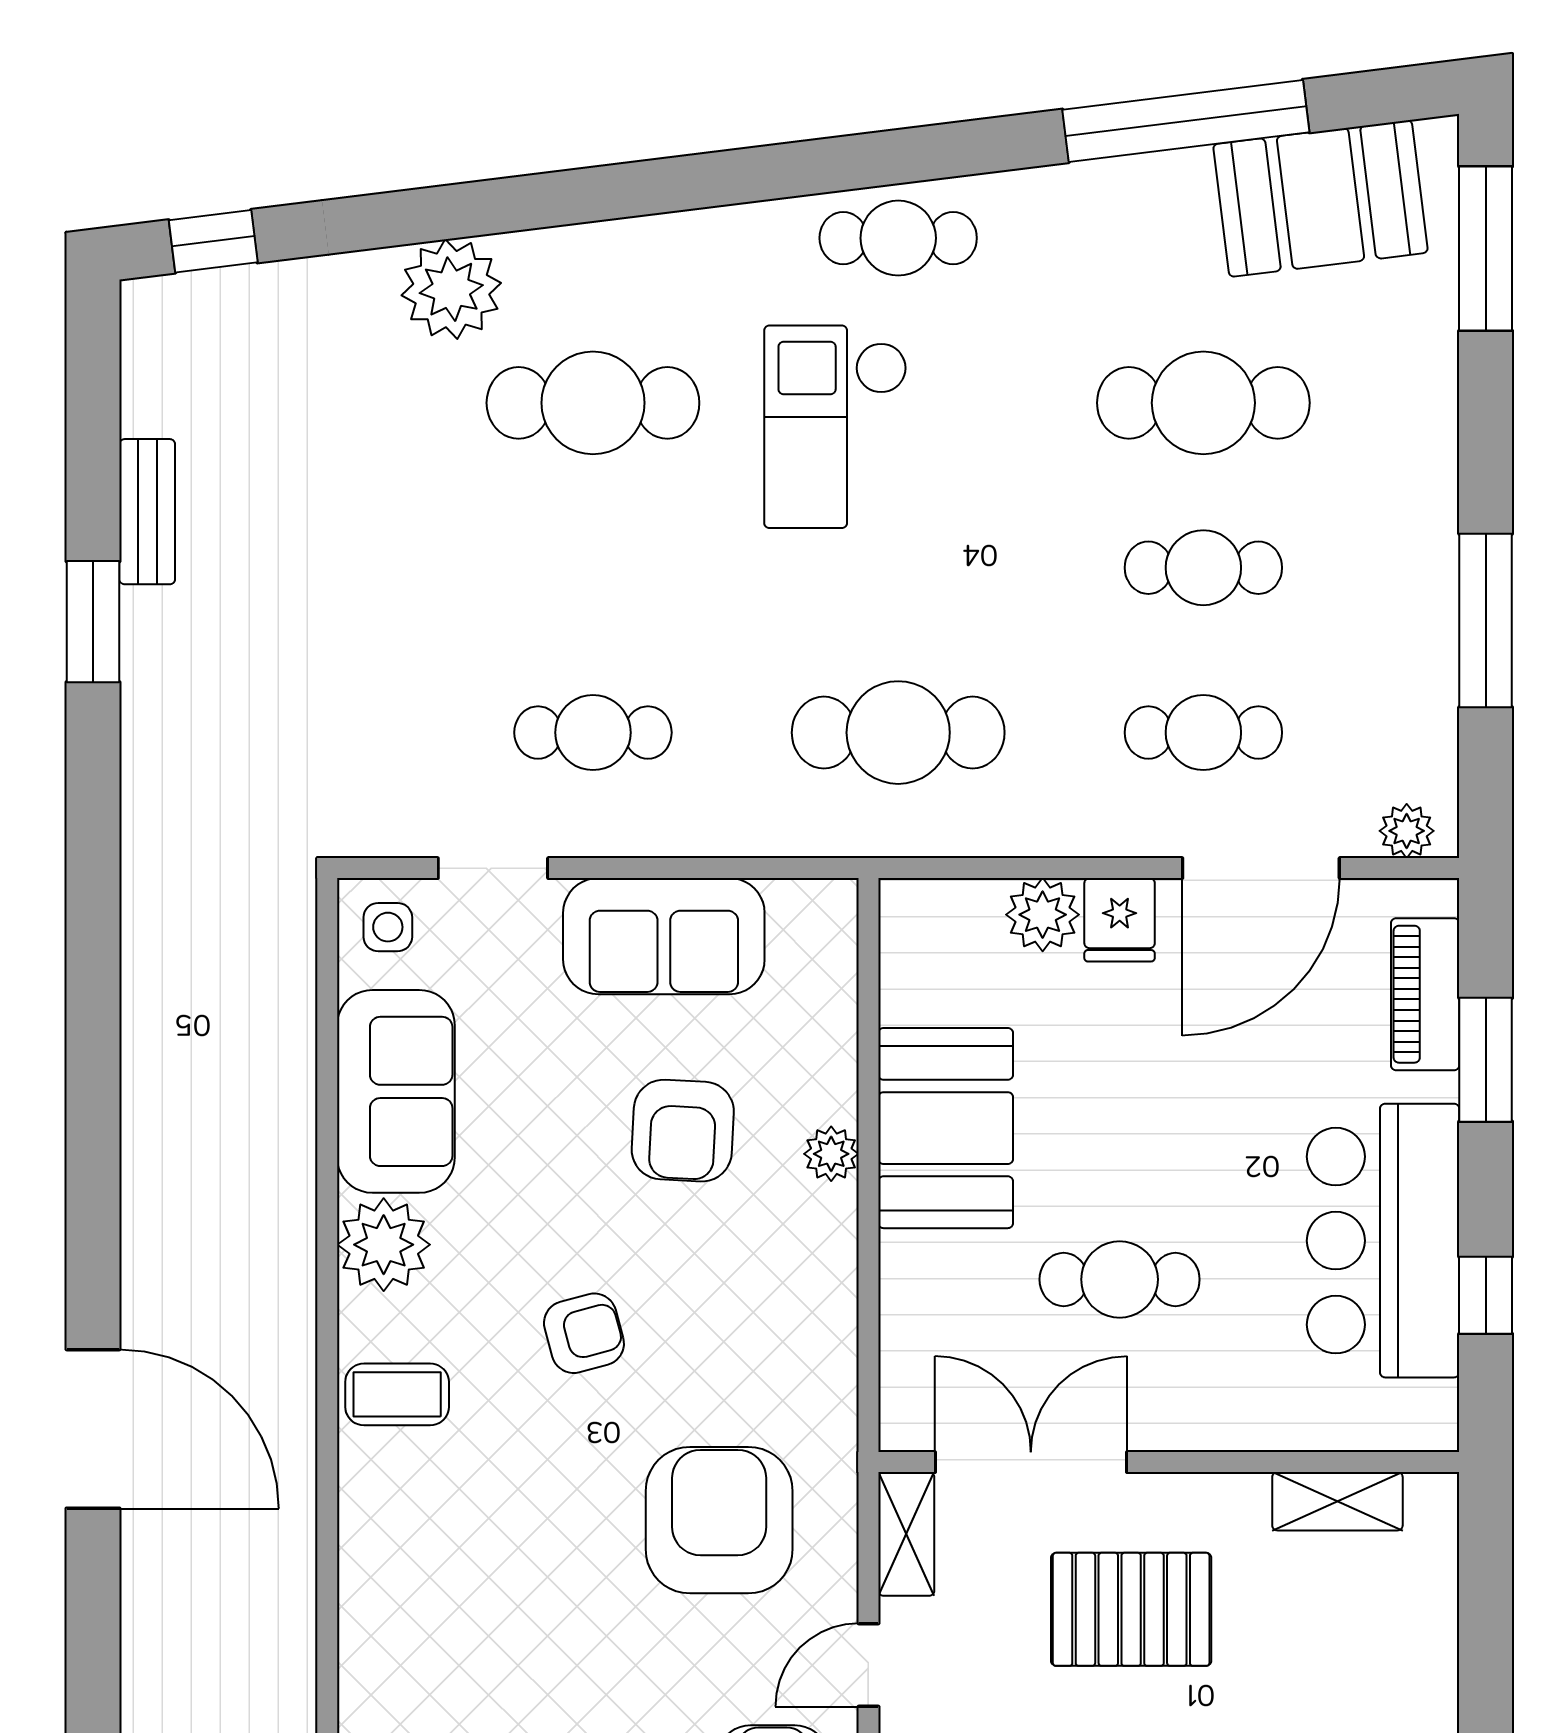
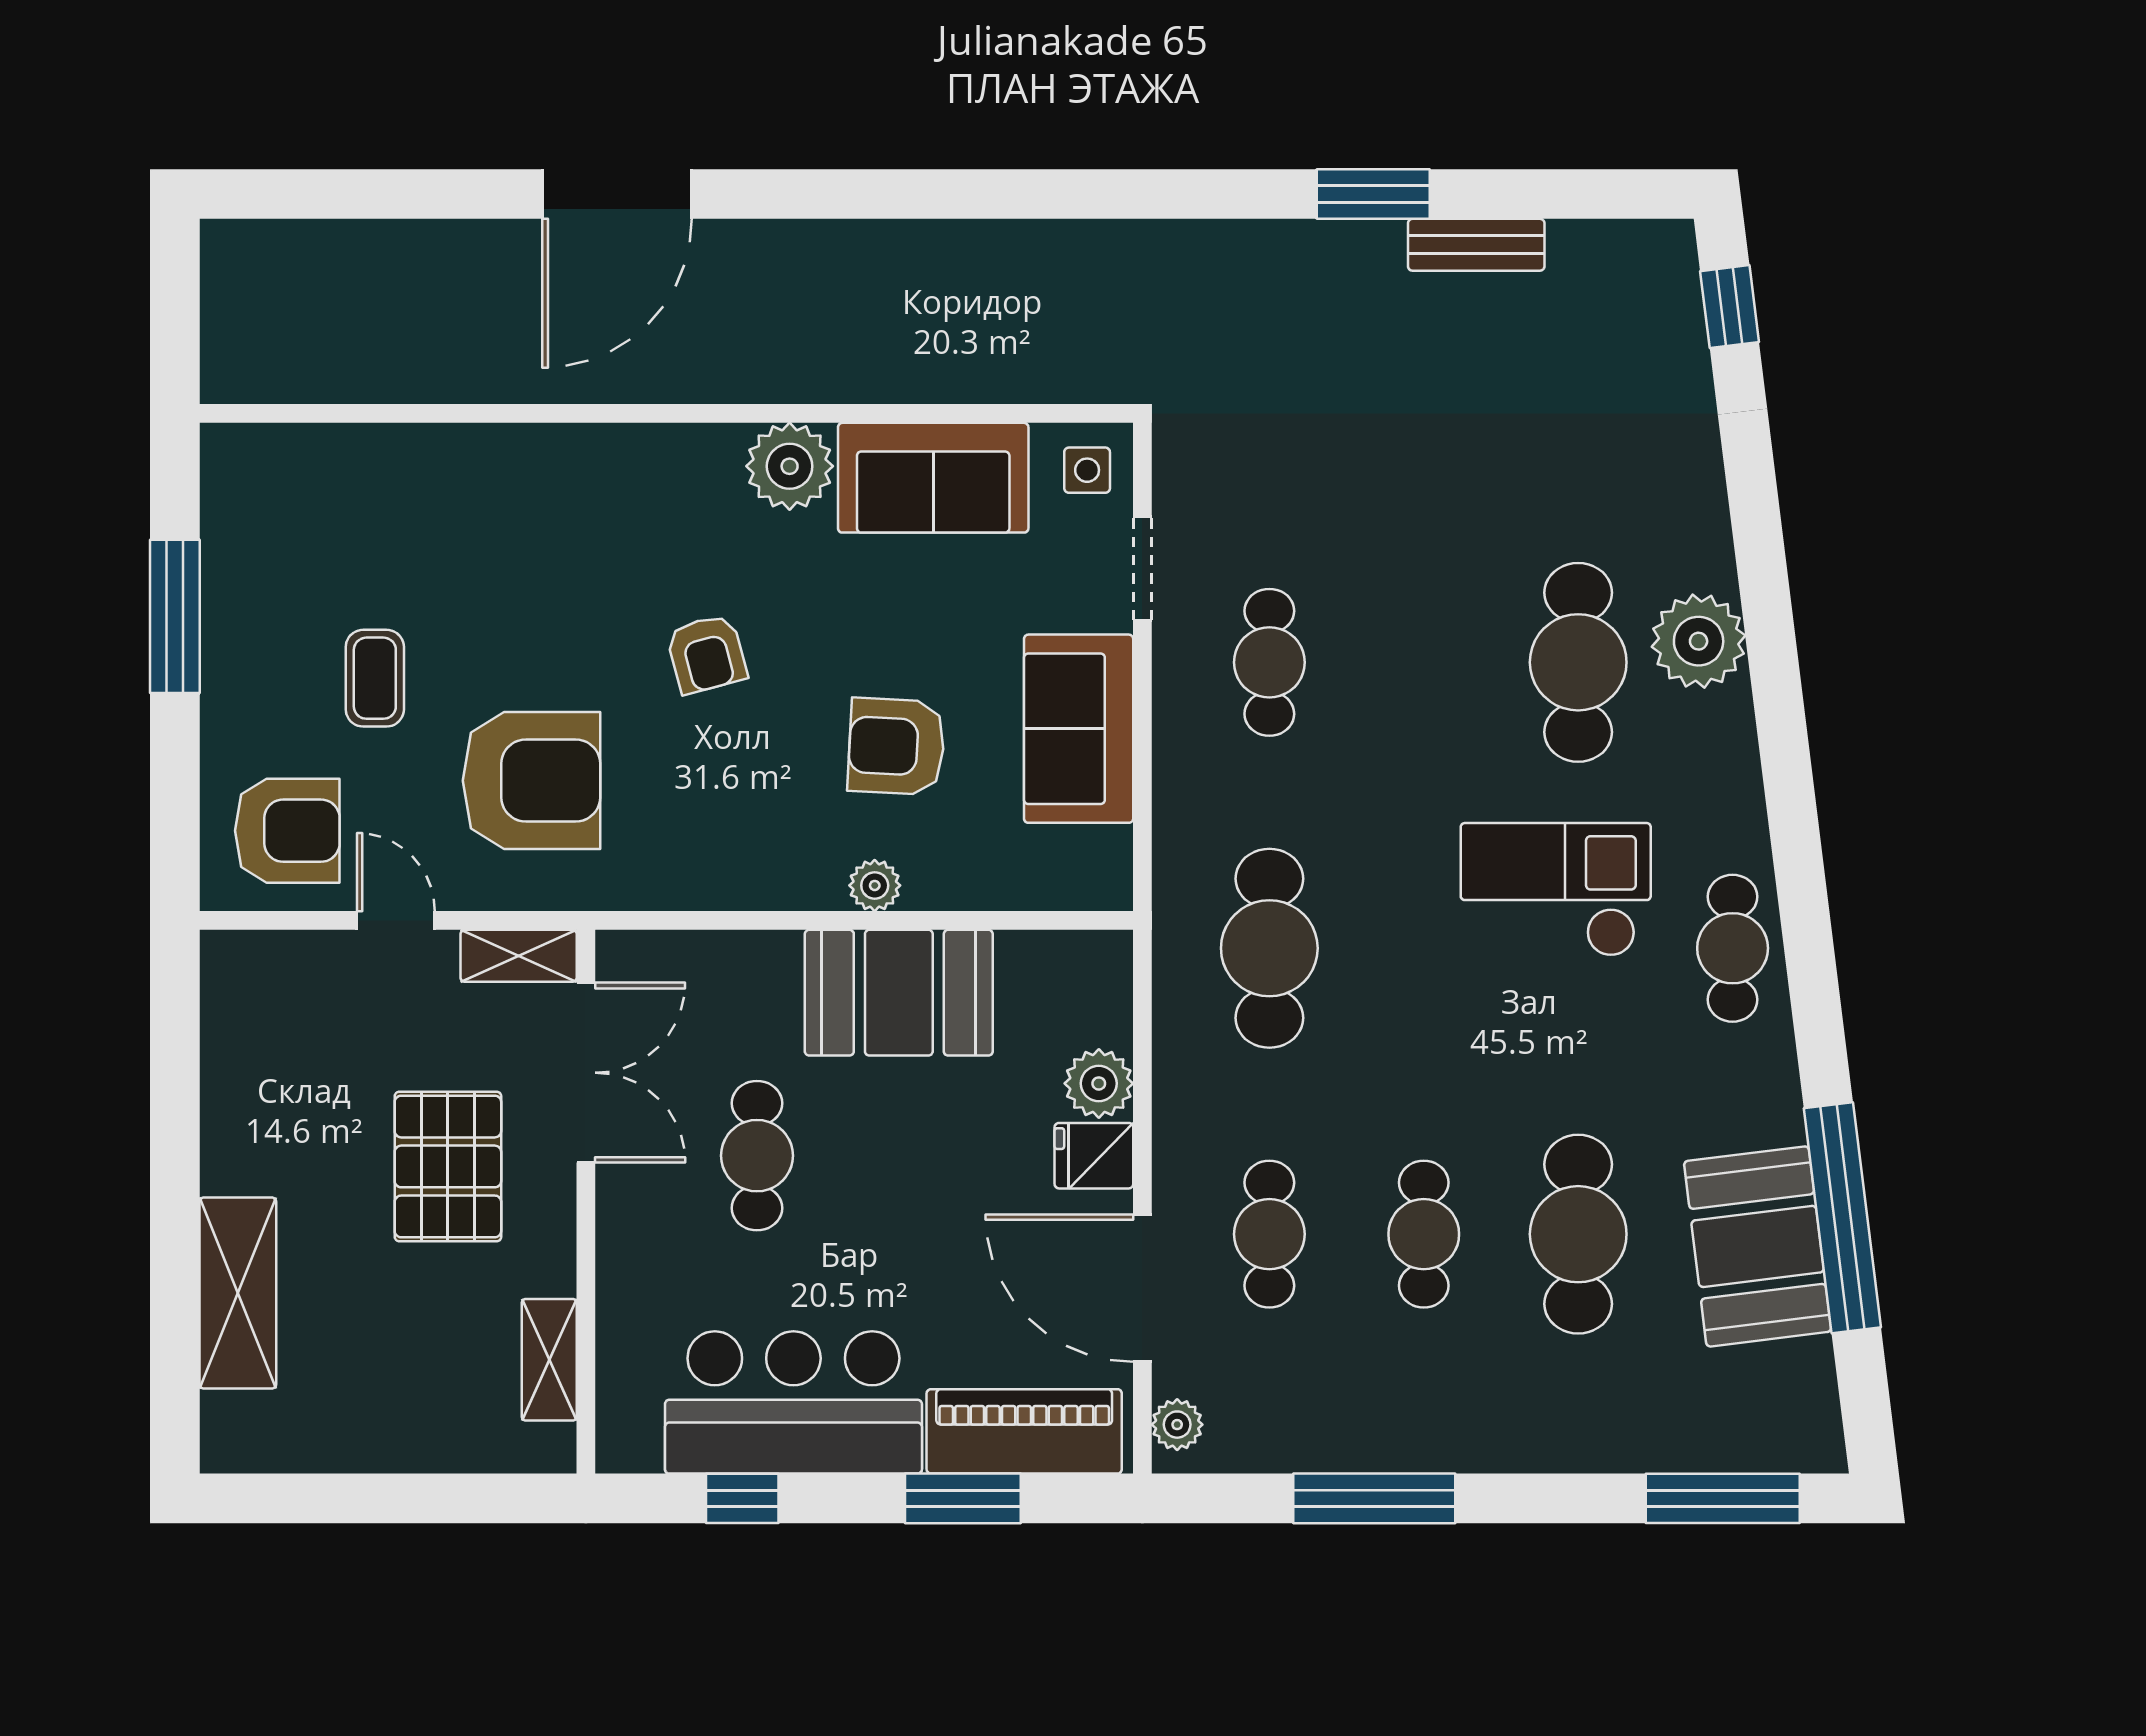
booth: (1320, 198) -> (1758, 1246), moved
plant: (451, 289) -> (1699, 641), moved
piano: (1425, 994) -> (1024, 1431), width x1.37, depth x1.33
coffee table: (397, 1394) -> (375, 678), moved

